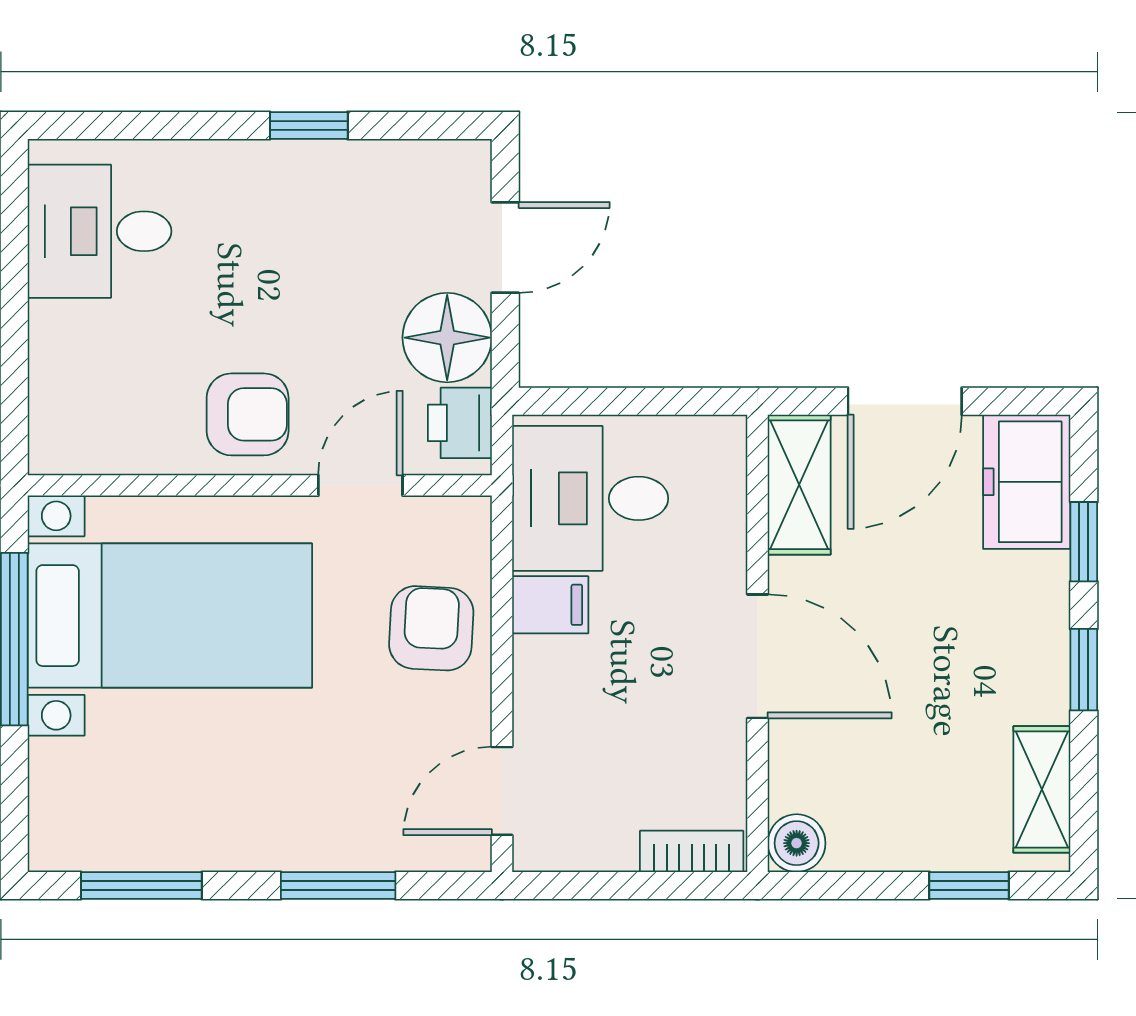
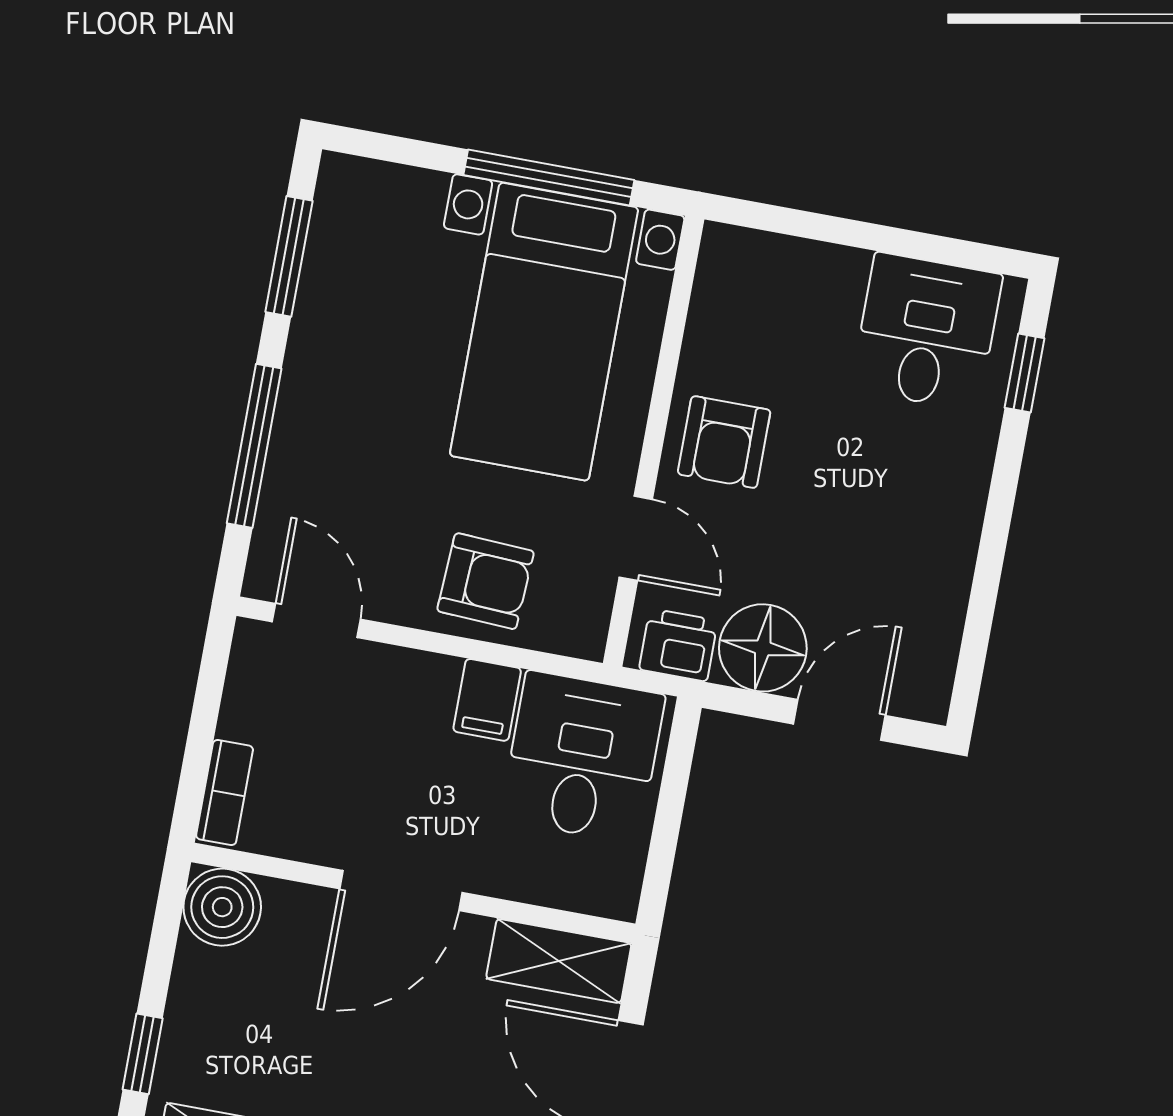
window: (309, 125) -> (1024, 373), moved
door: (505, 247) -> (839, 720), swing flipped
boiler: (797, 843) -> (222, 907), width x1.36, depth x1.36
window: (338, 886) -> (254, 446), width x1.44

